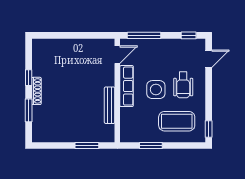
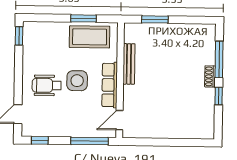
wheelchair: (183, 85) -> (47, 85), turned -90
shoe rack: (36, 91) -> (210, 76), width x0.70
window: (29, 110) -> (219, 59), width x1.44
coffee table: (177, 121) -> (90, 37), moved

